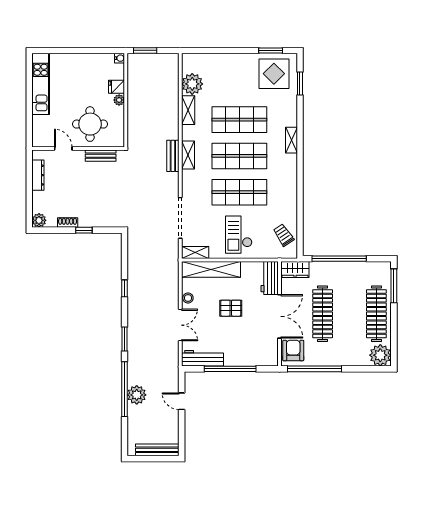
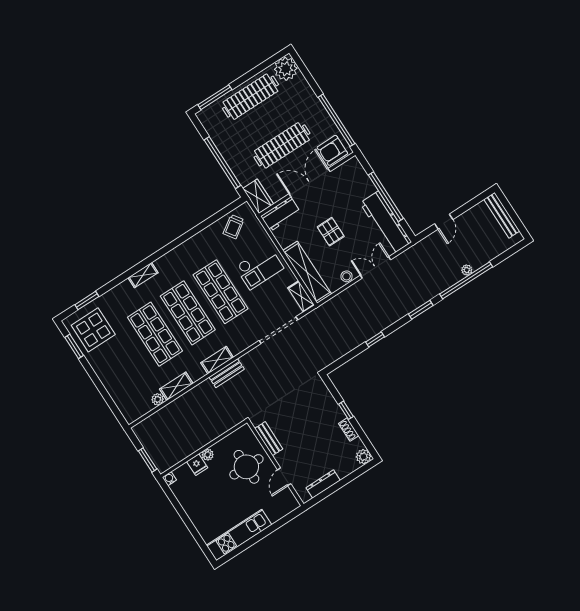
plant: (192, 84) -> (158, 399), width x0.53, depth x0.53
workbench: (203, 358) -> (386, 222), width x1.36, depth x1.32
plant: (137, 395) -> (467, 270), width x0.53, depth x0.53

